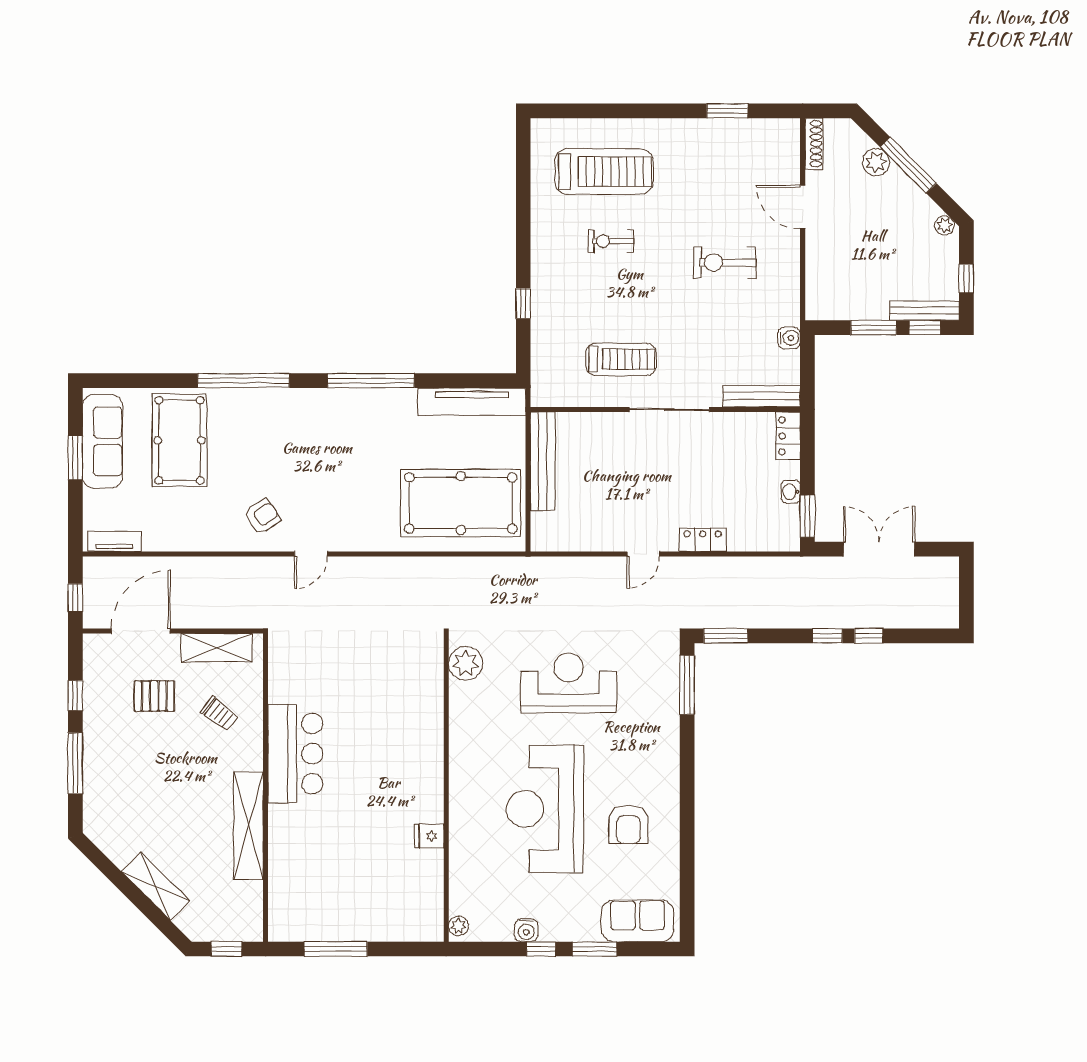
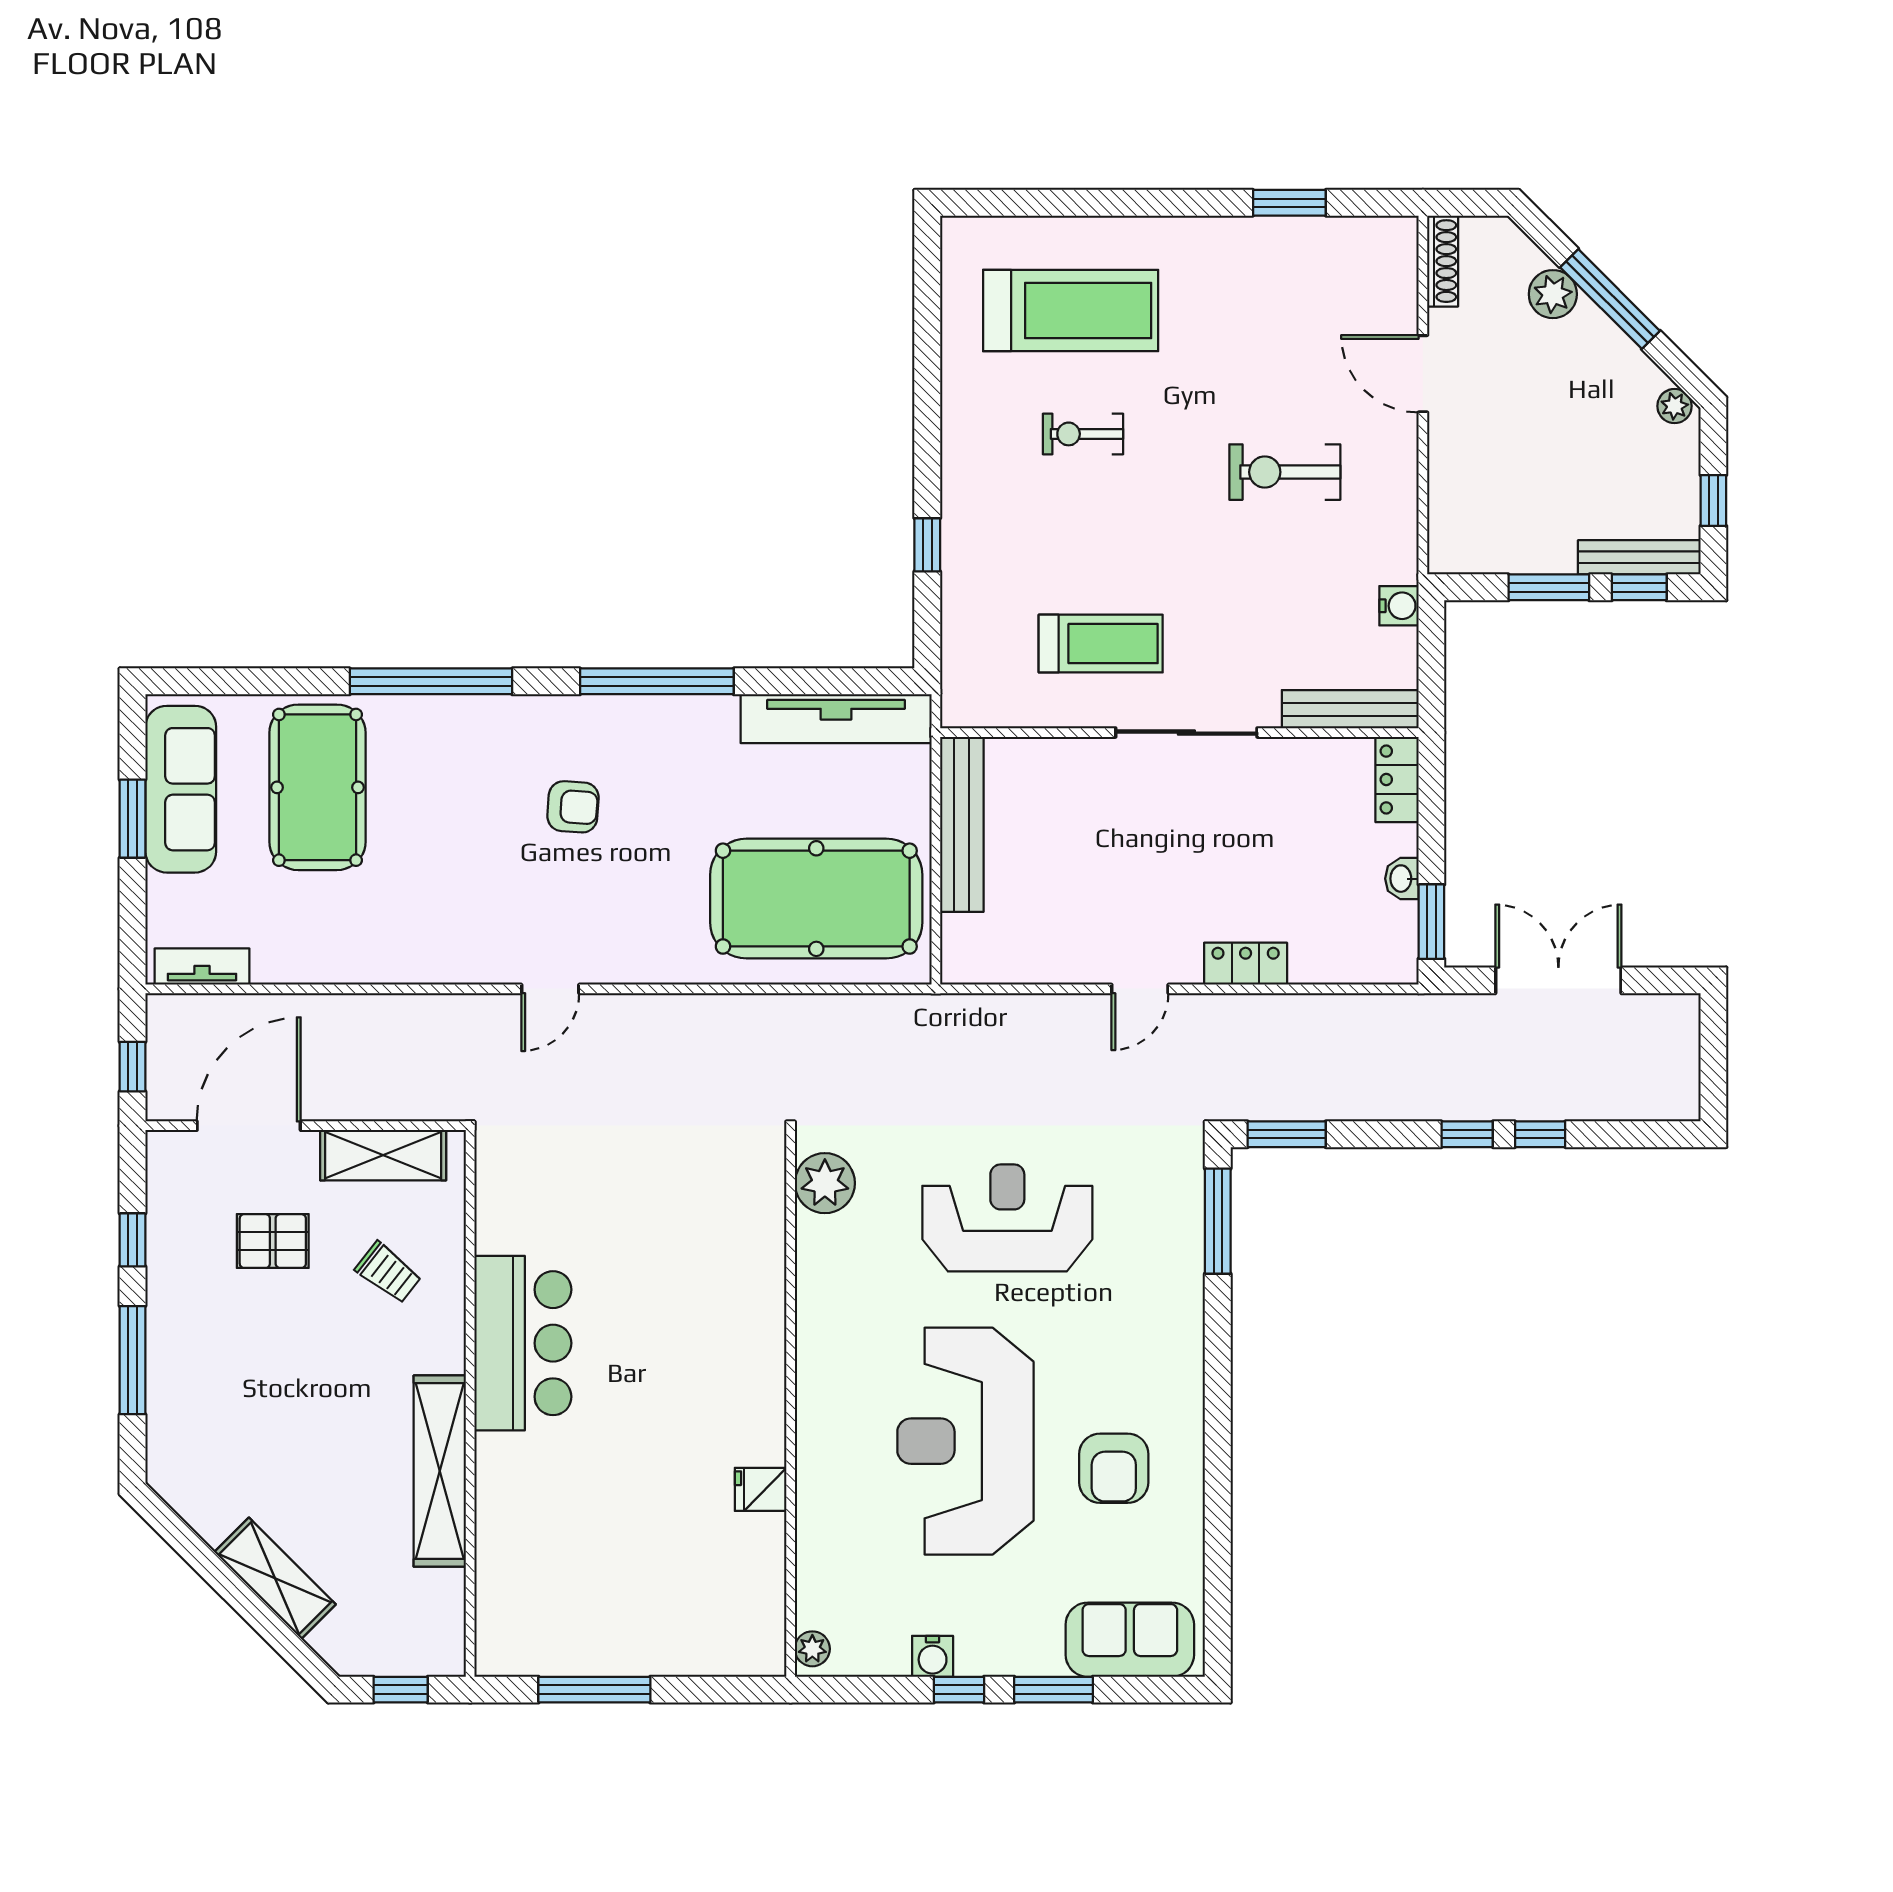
armchair: (262, 516) -> (573, 807), moved, turned 38

